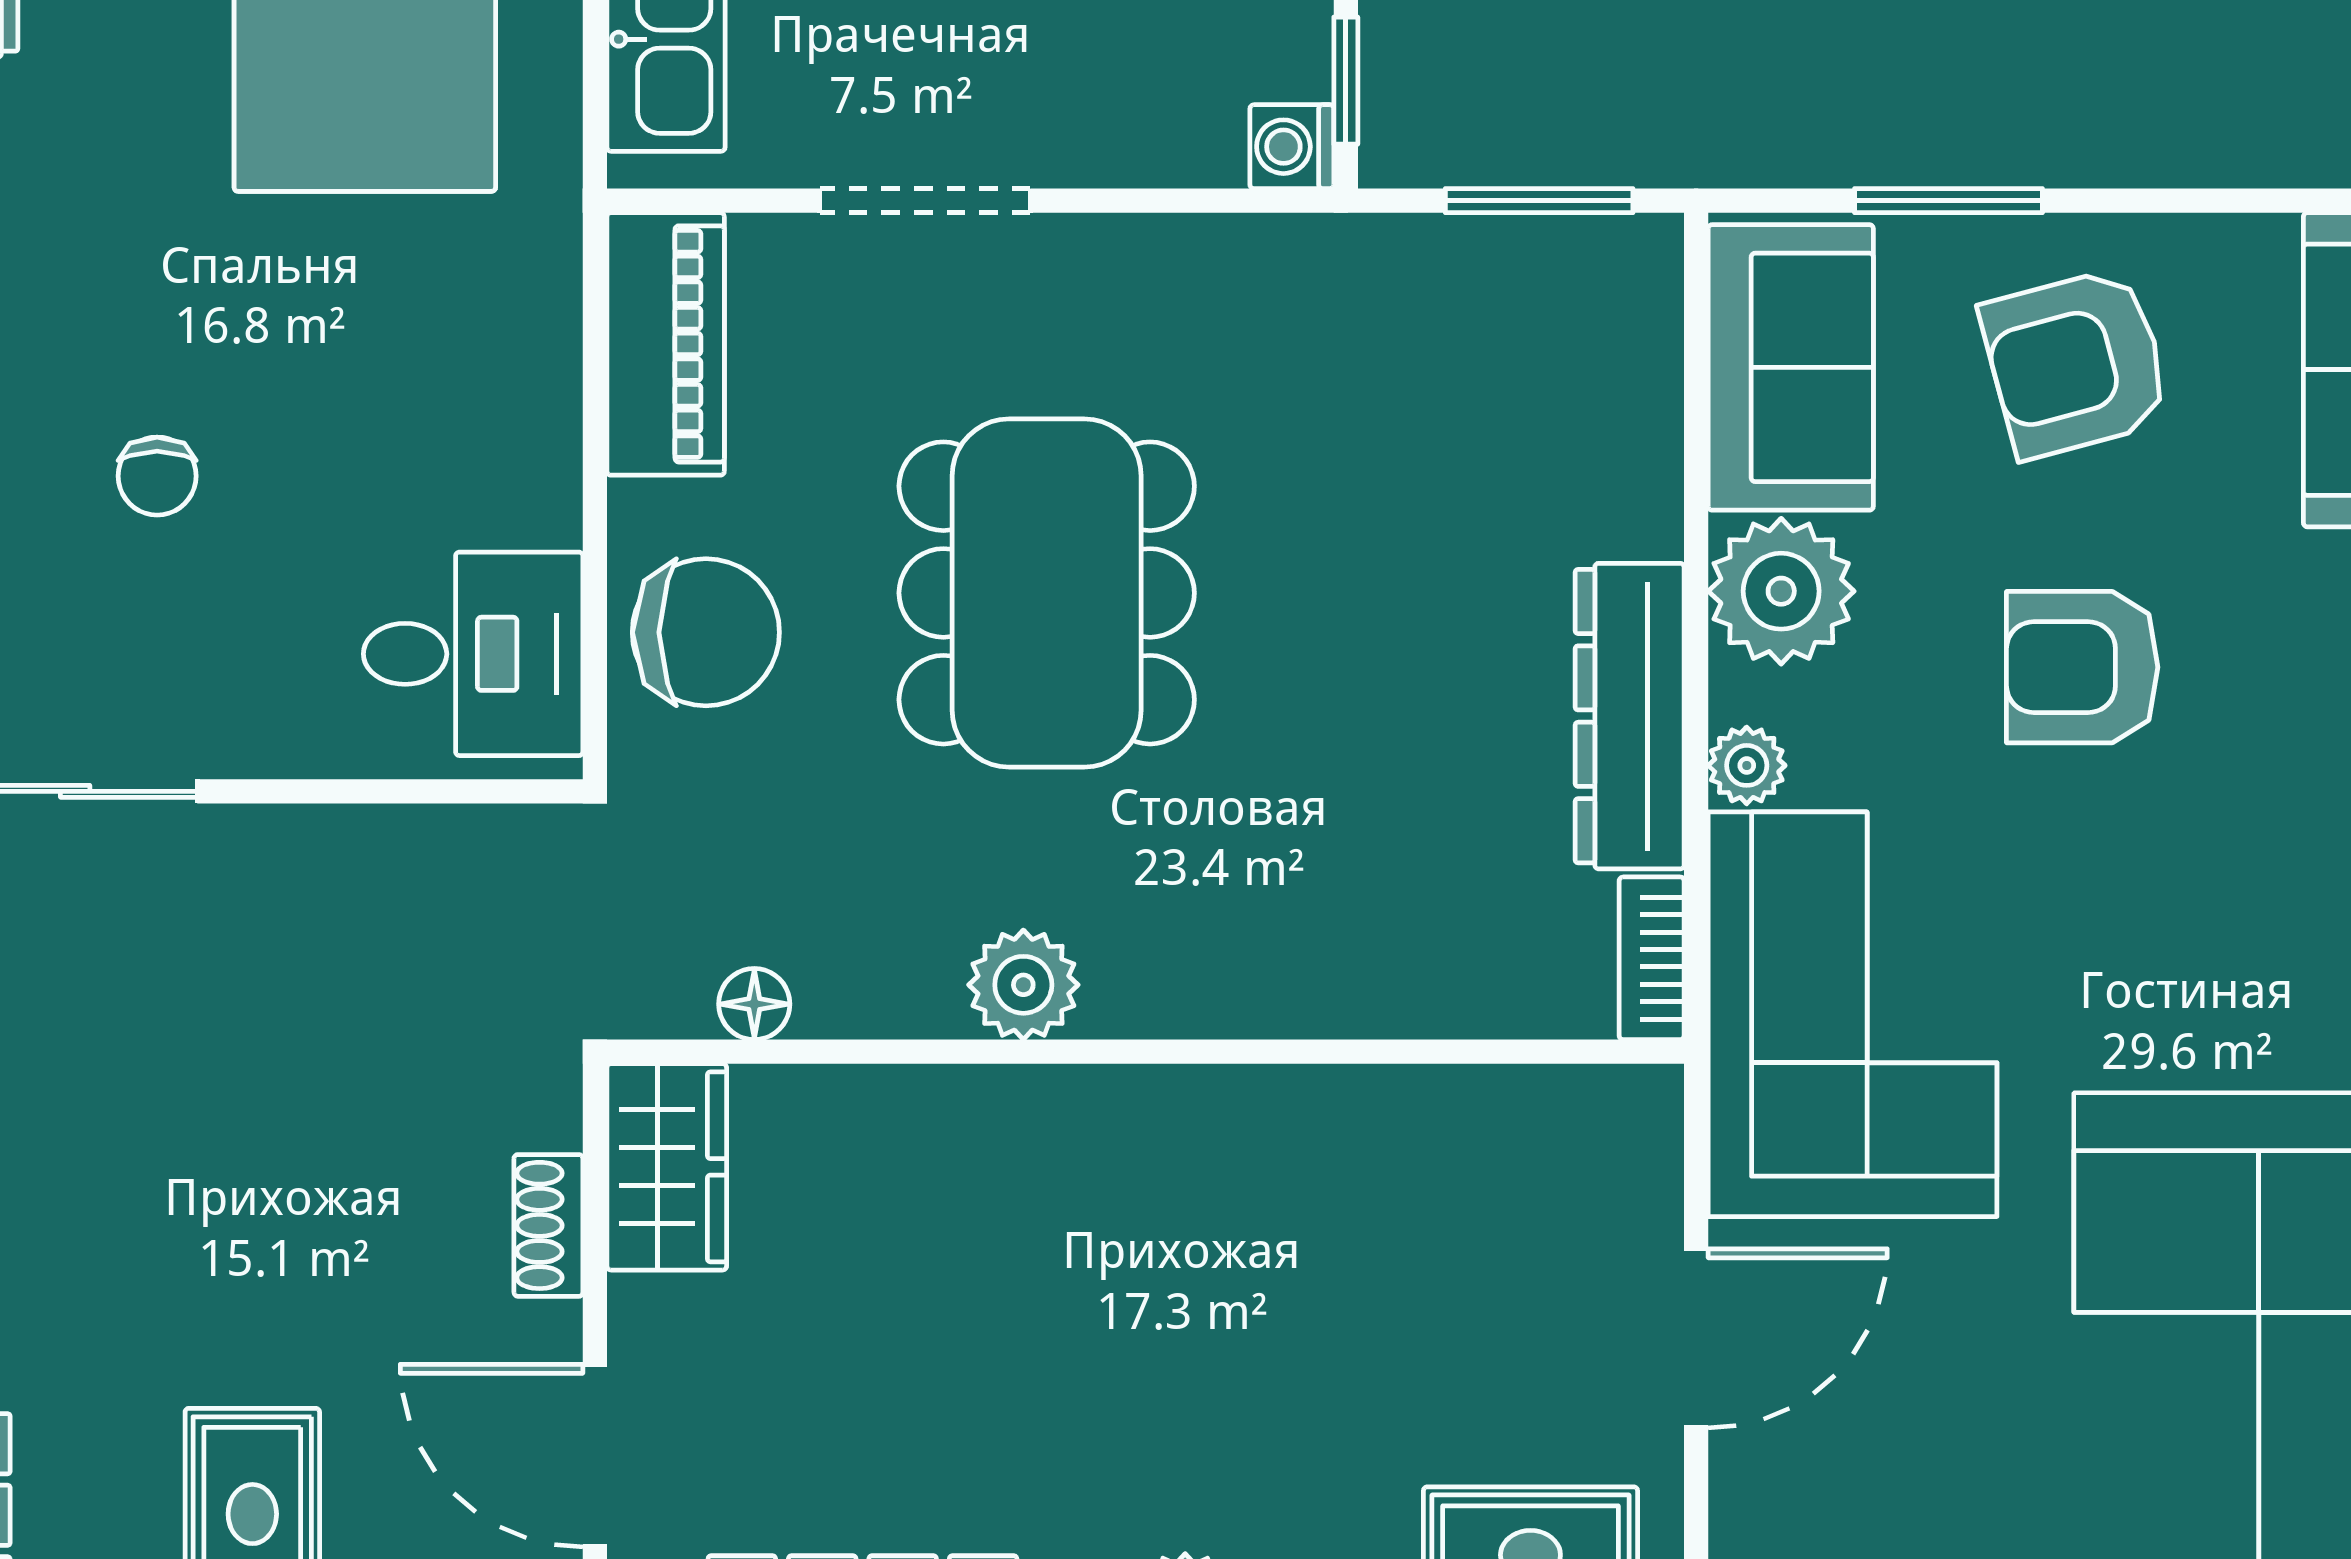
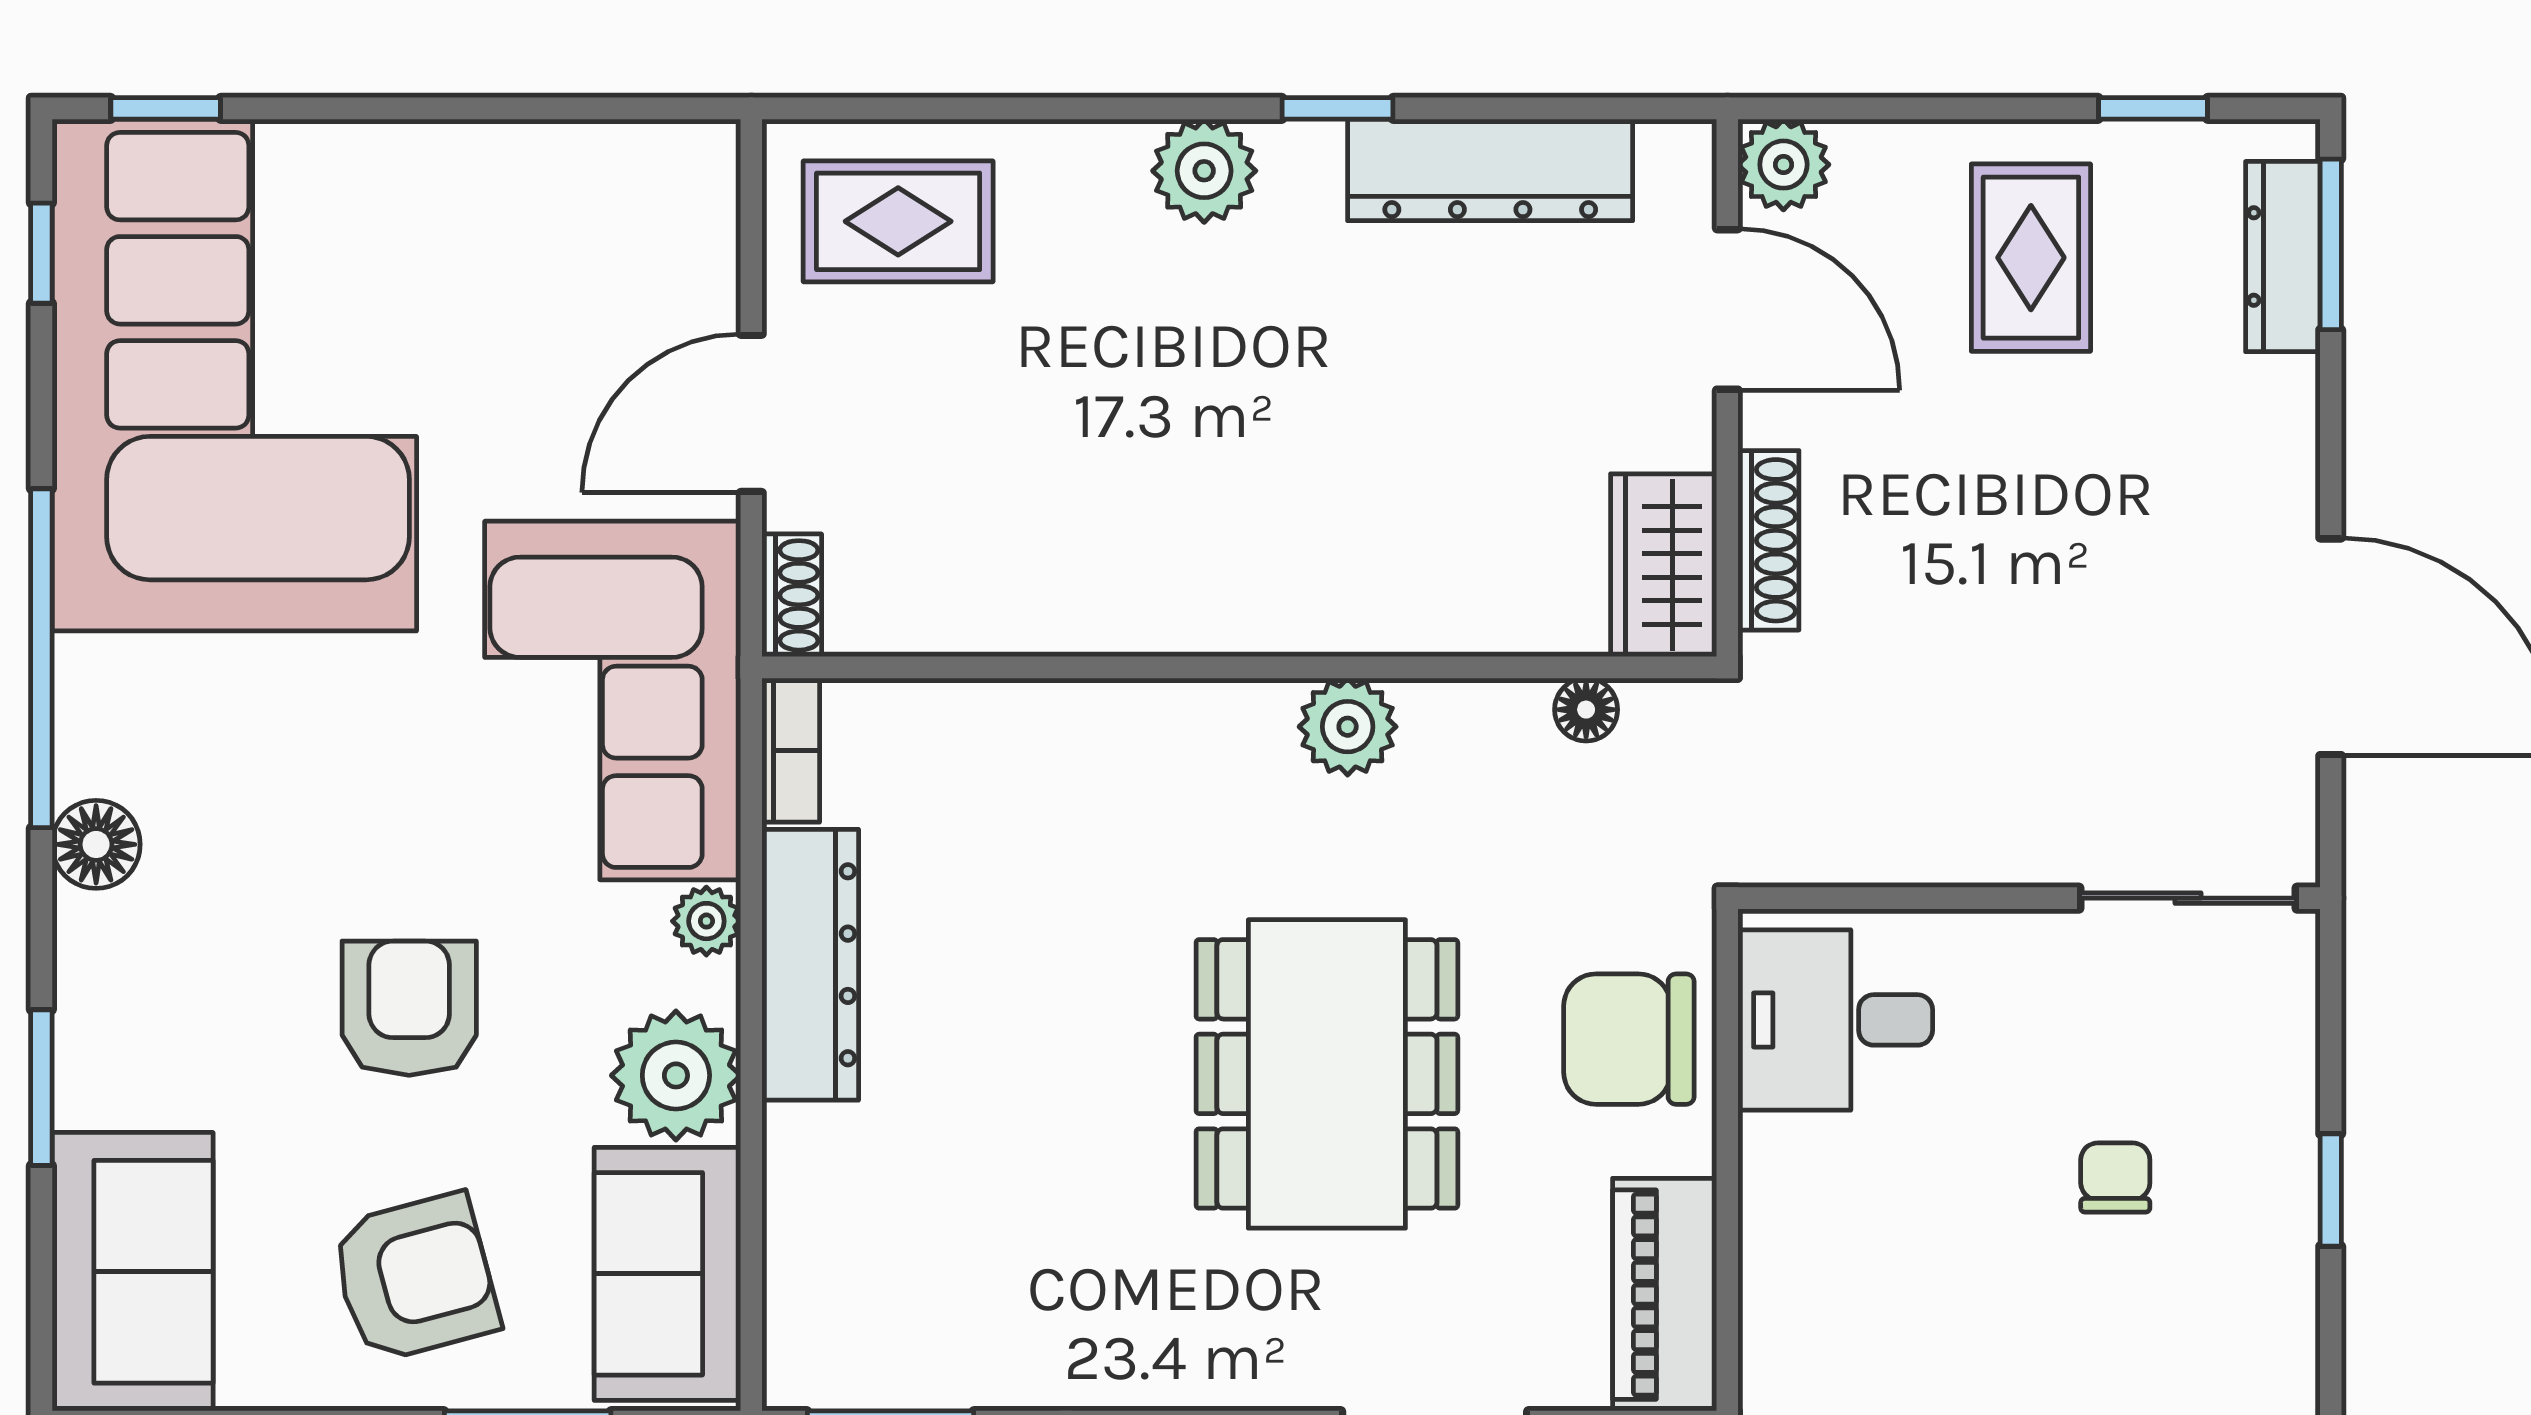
armchair: (2082, 667) -> (409, 1008), turned -90
shoe rack: (1651, 1133) -> (792, 595), added
shoe rack: (548, 1225) -> (1768, 540), width x1.43

